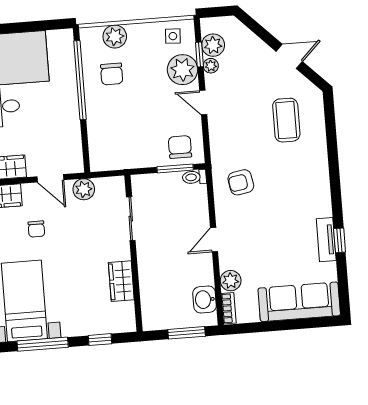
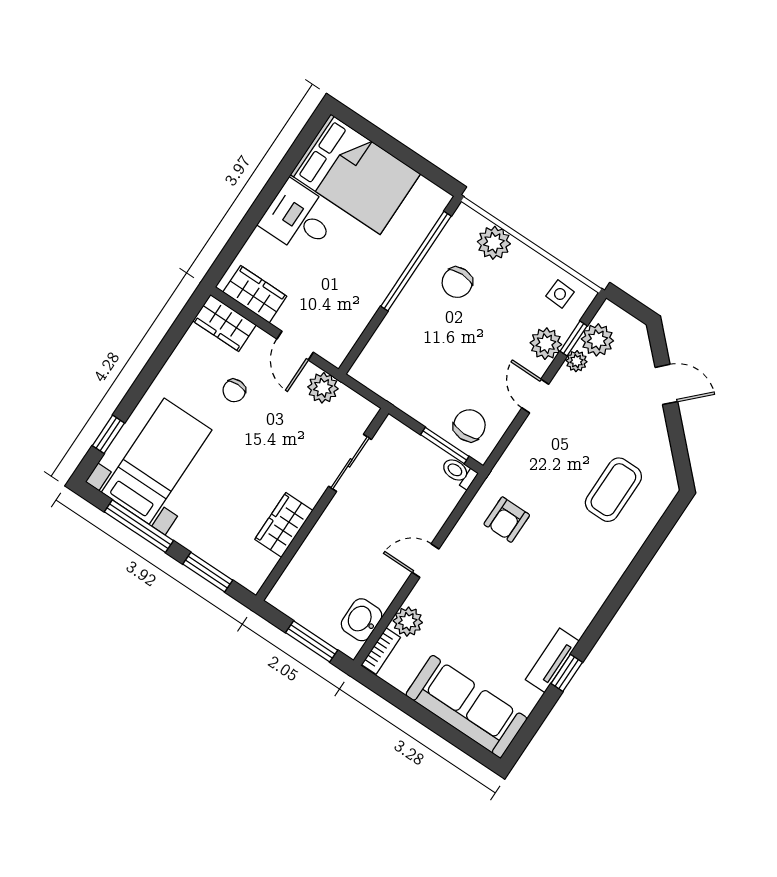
door: (289, 56) -> (666, 384), moved
plant: (183, 70) -> (546, 344), width x0.73, depth x0.73
armchair: (241, 182) -> (507, 520), turned -80
window: (100, 340) -> (208, 572), width x1.50

